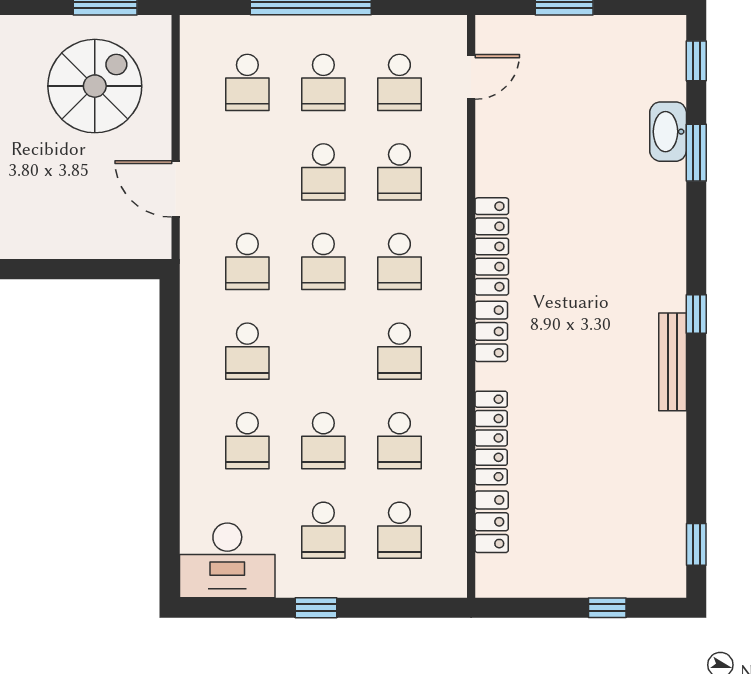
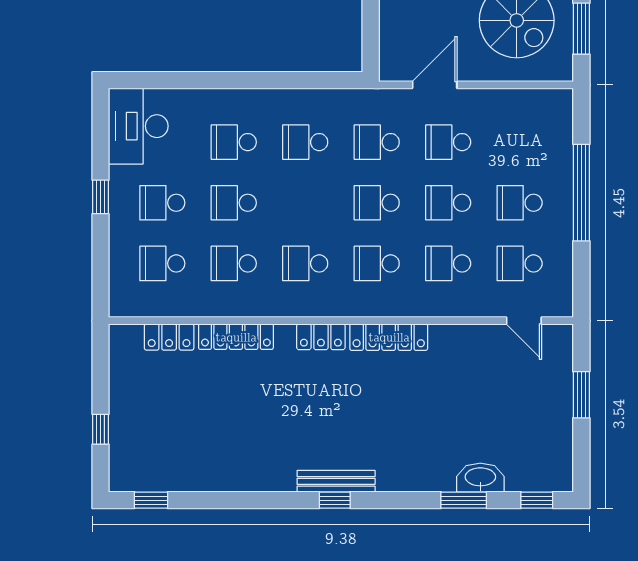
school desk: (247, 82) -> (448, 142), moved
bench: (673, 362) -> (336, 481), moved

